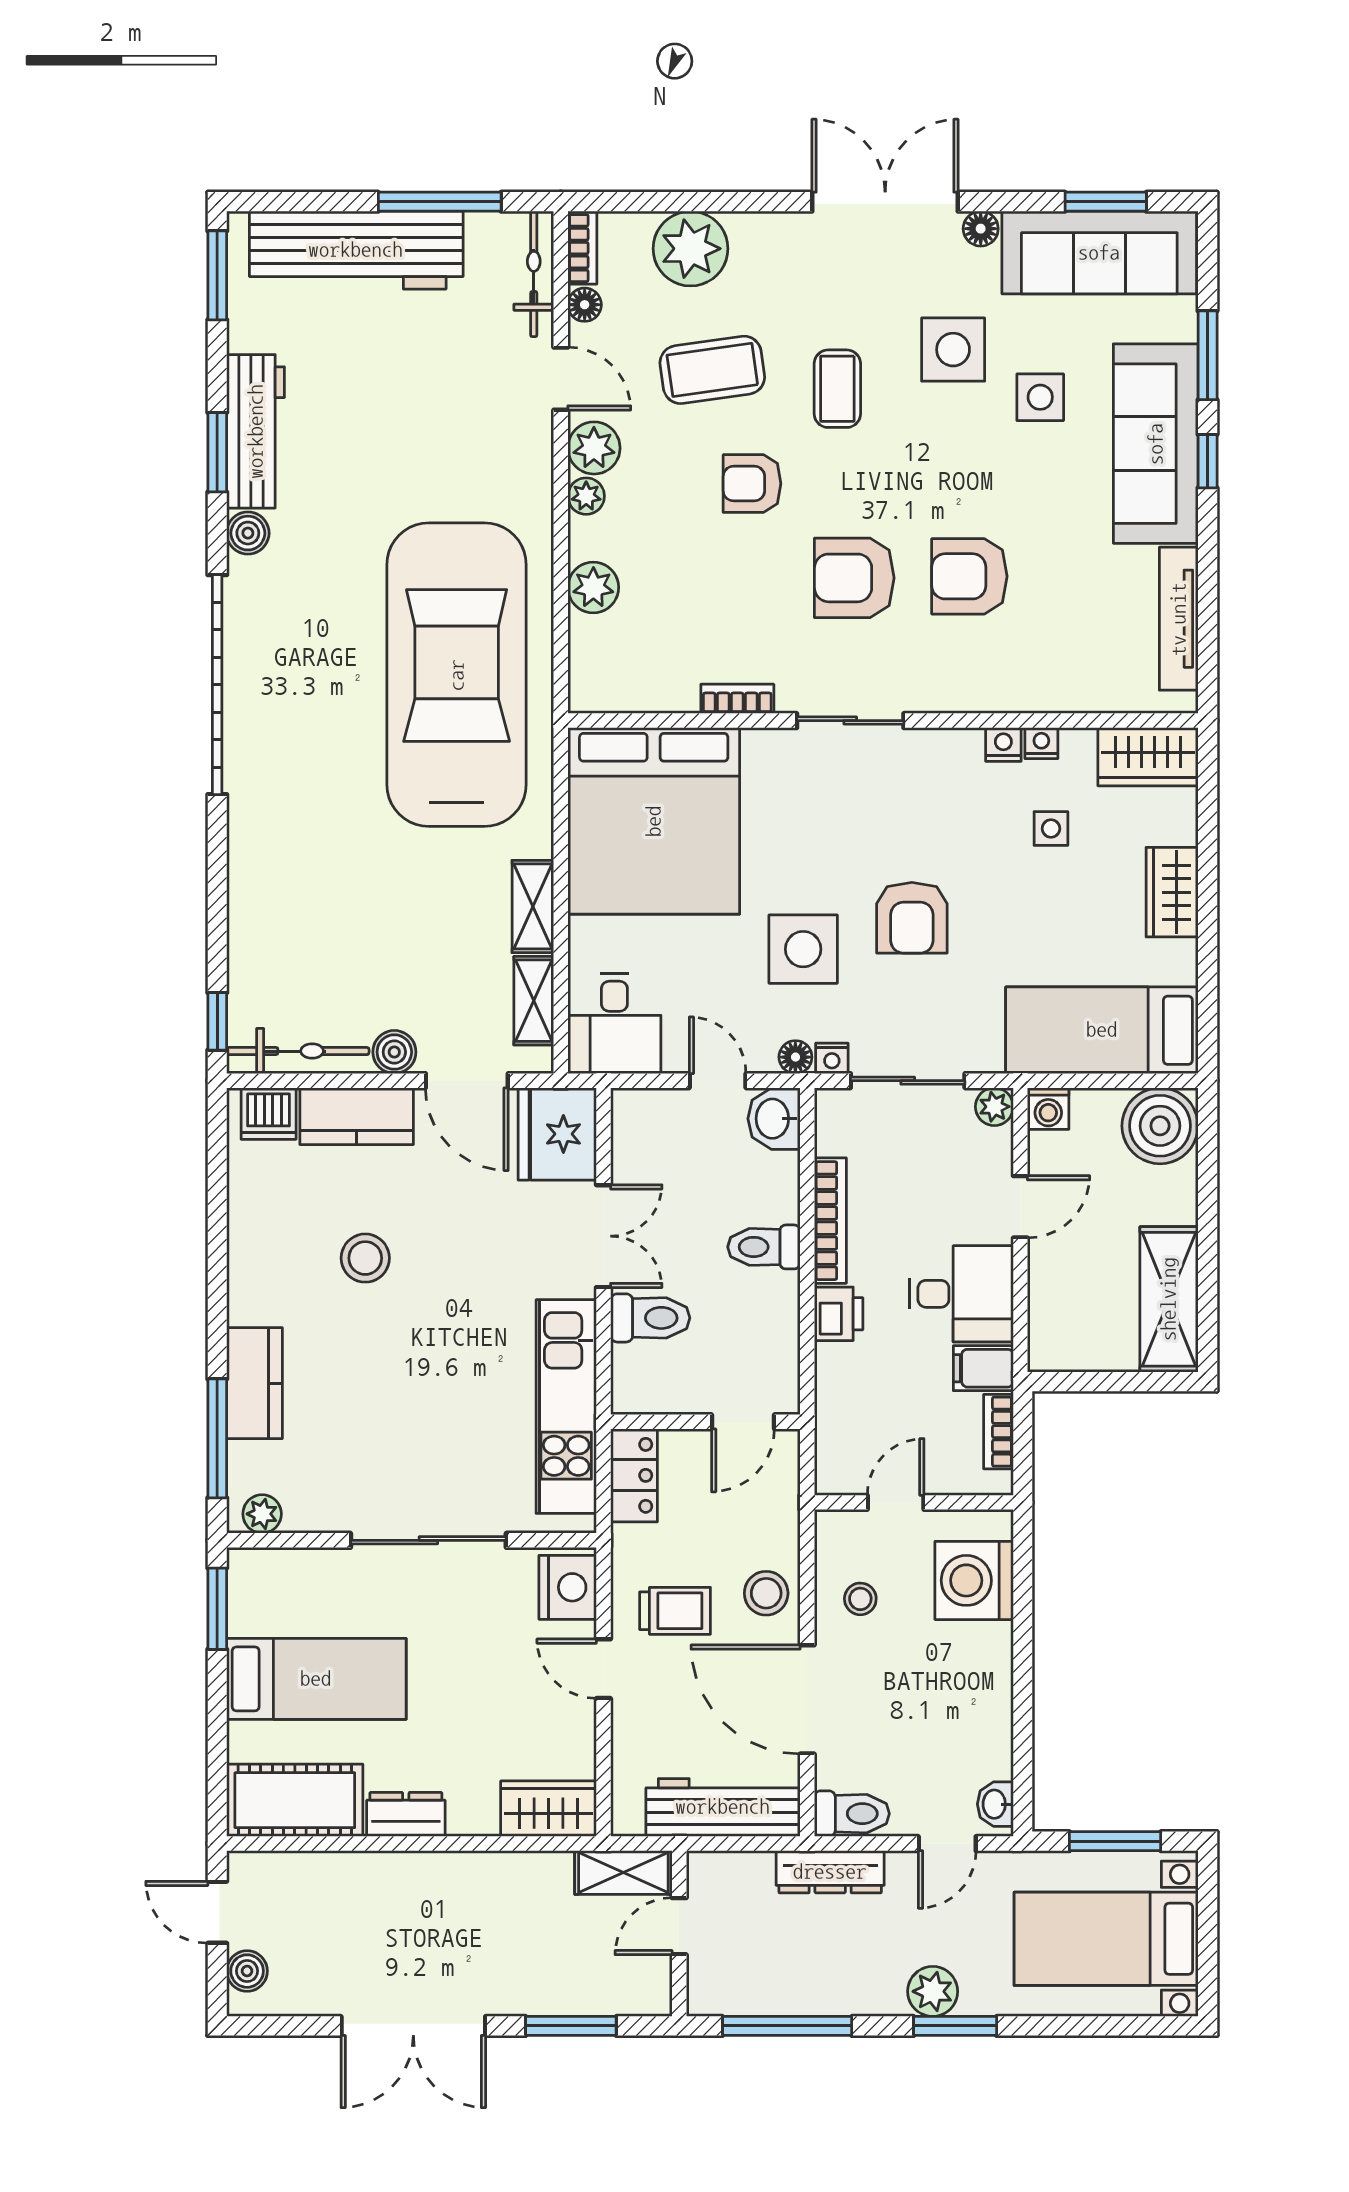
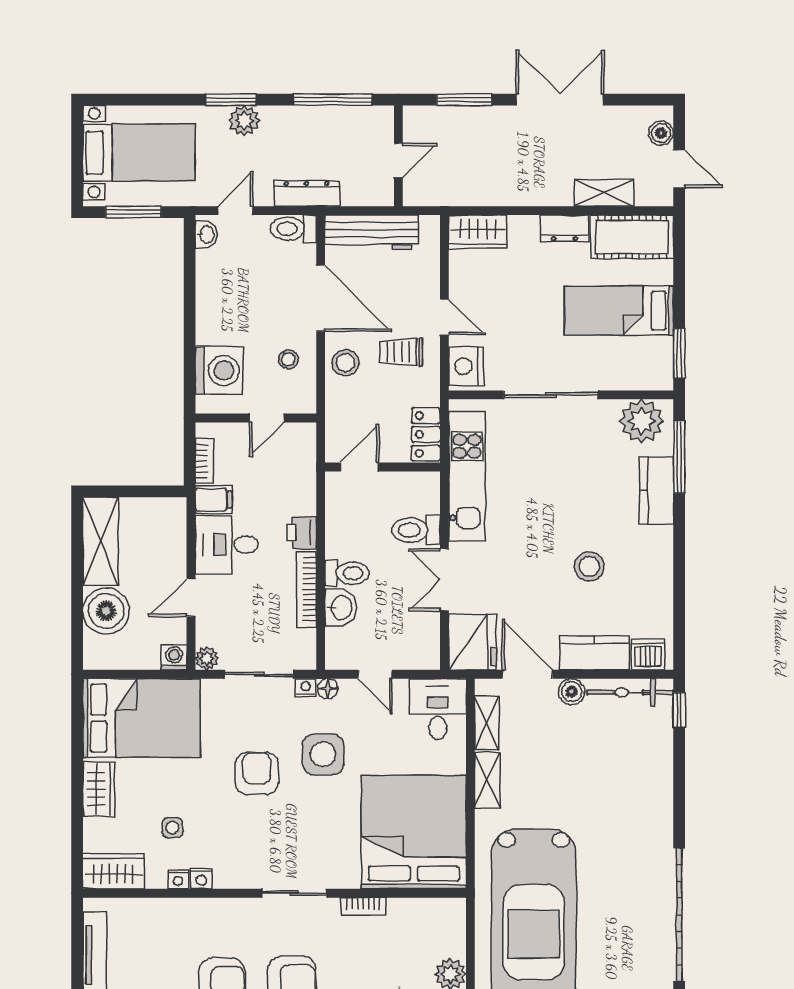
bed: (1102, 1030) -> (141, 718), width x1.50
washbasin: (774, 1119) -> (341, 608), moved
boiler: (1160, 1126) -> (106, 611), moved
plant: (262, 1514) -> (642, 421), width x1.88, depth x1.88
shelving: (623, 1873) -> (604, 193), moved

